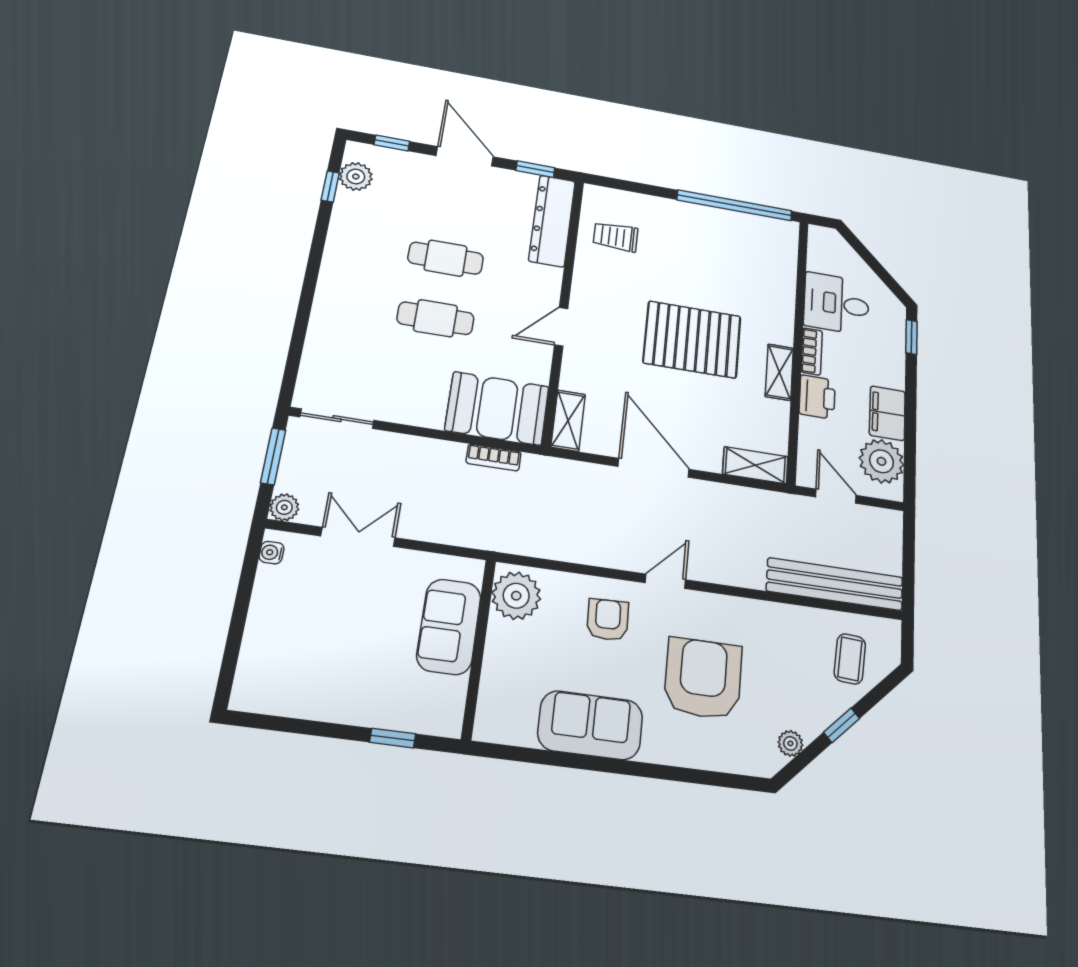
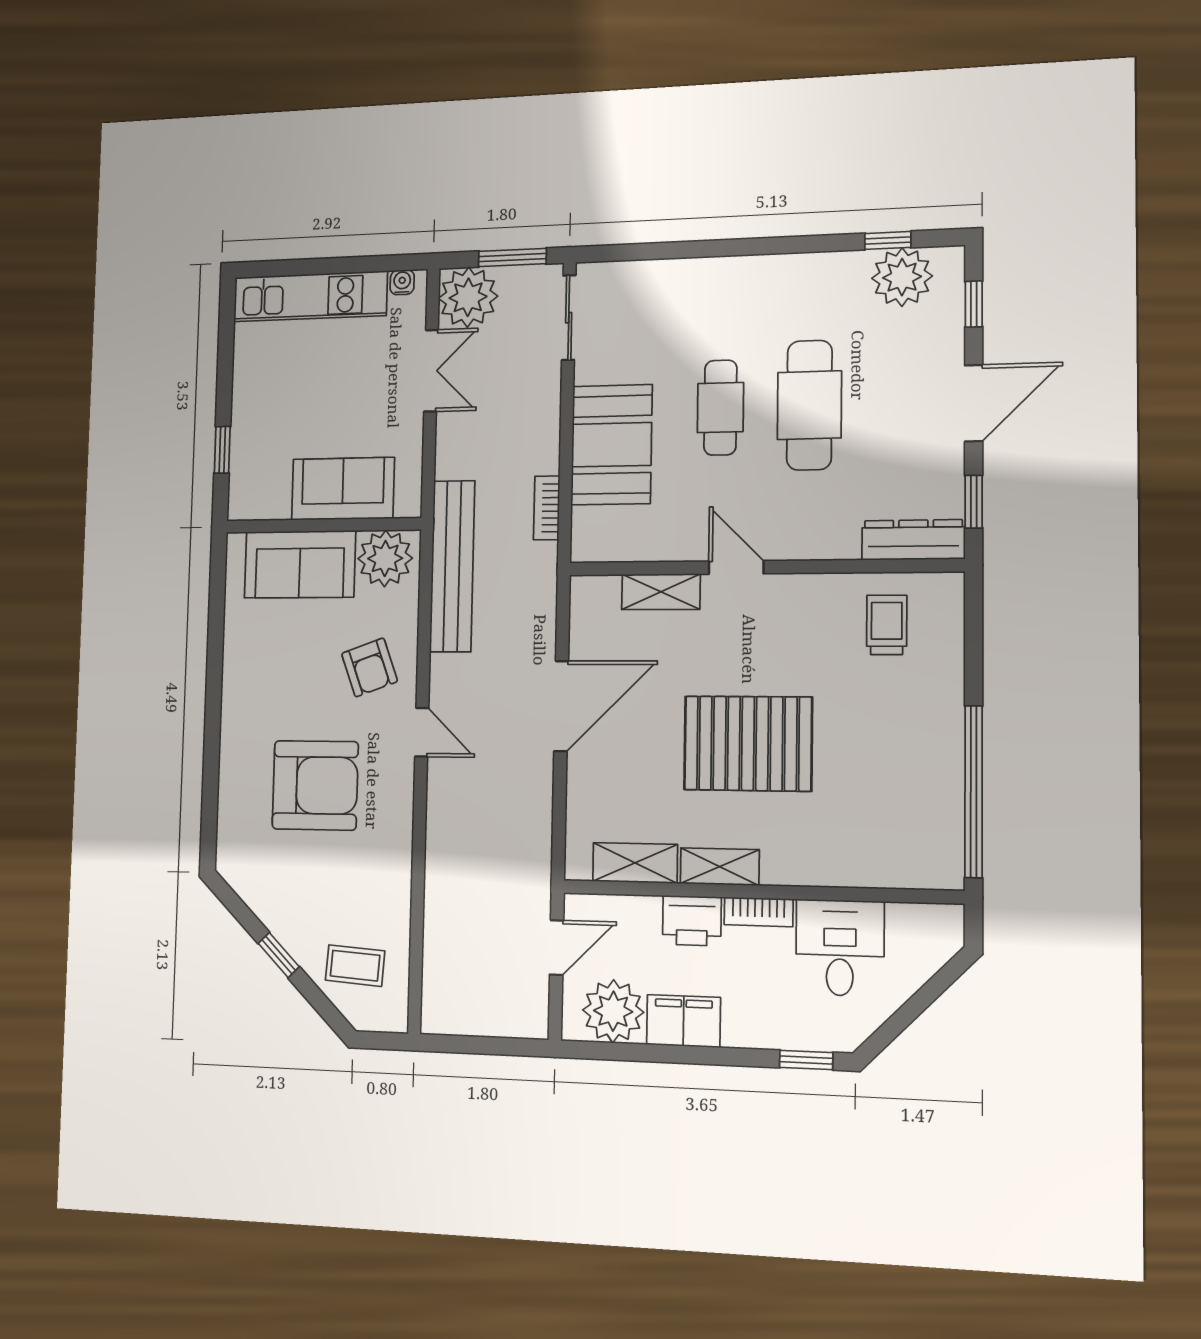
plant: (356, 177) -> (902, 277), width x1.36, depth x1.36
dresser: (552, 221) -> (913, 540), width x0.73, depth x0.80
cafe table: (446, 258) -> (809, 405), width x1.37, depth x1.35
pallet: (692, 339) -> (748, 743), turned 90
booth: (497, 408) -> (612, 445), moved
shelving: (568, 421) -> (661, 592), moved
shelving: (755, 465) -> (635, 863), moved, turned 90
plant: (284, 507) -> (468, 297), width x1.88, depth x1.88
bench: (835, 584) -> (452, 566), moved
armchair: (608, 620) -> (370, 667), turned 72
kitchen unit: (264, 638) -> (310, 296), added
sofa: (590, 725) -> (300, 564), moved, turned 90
plant: (790, 743) -> (254, 893), removed

